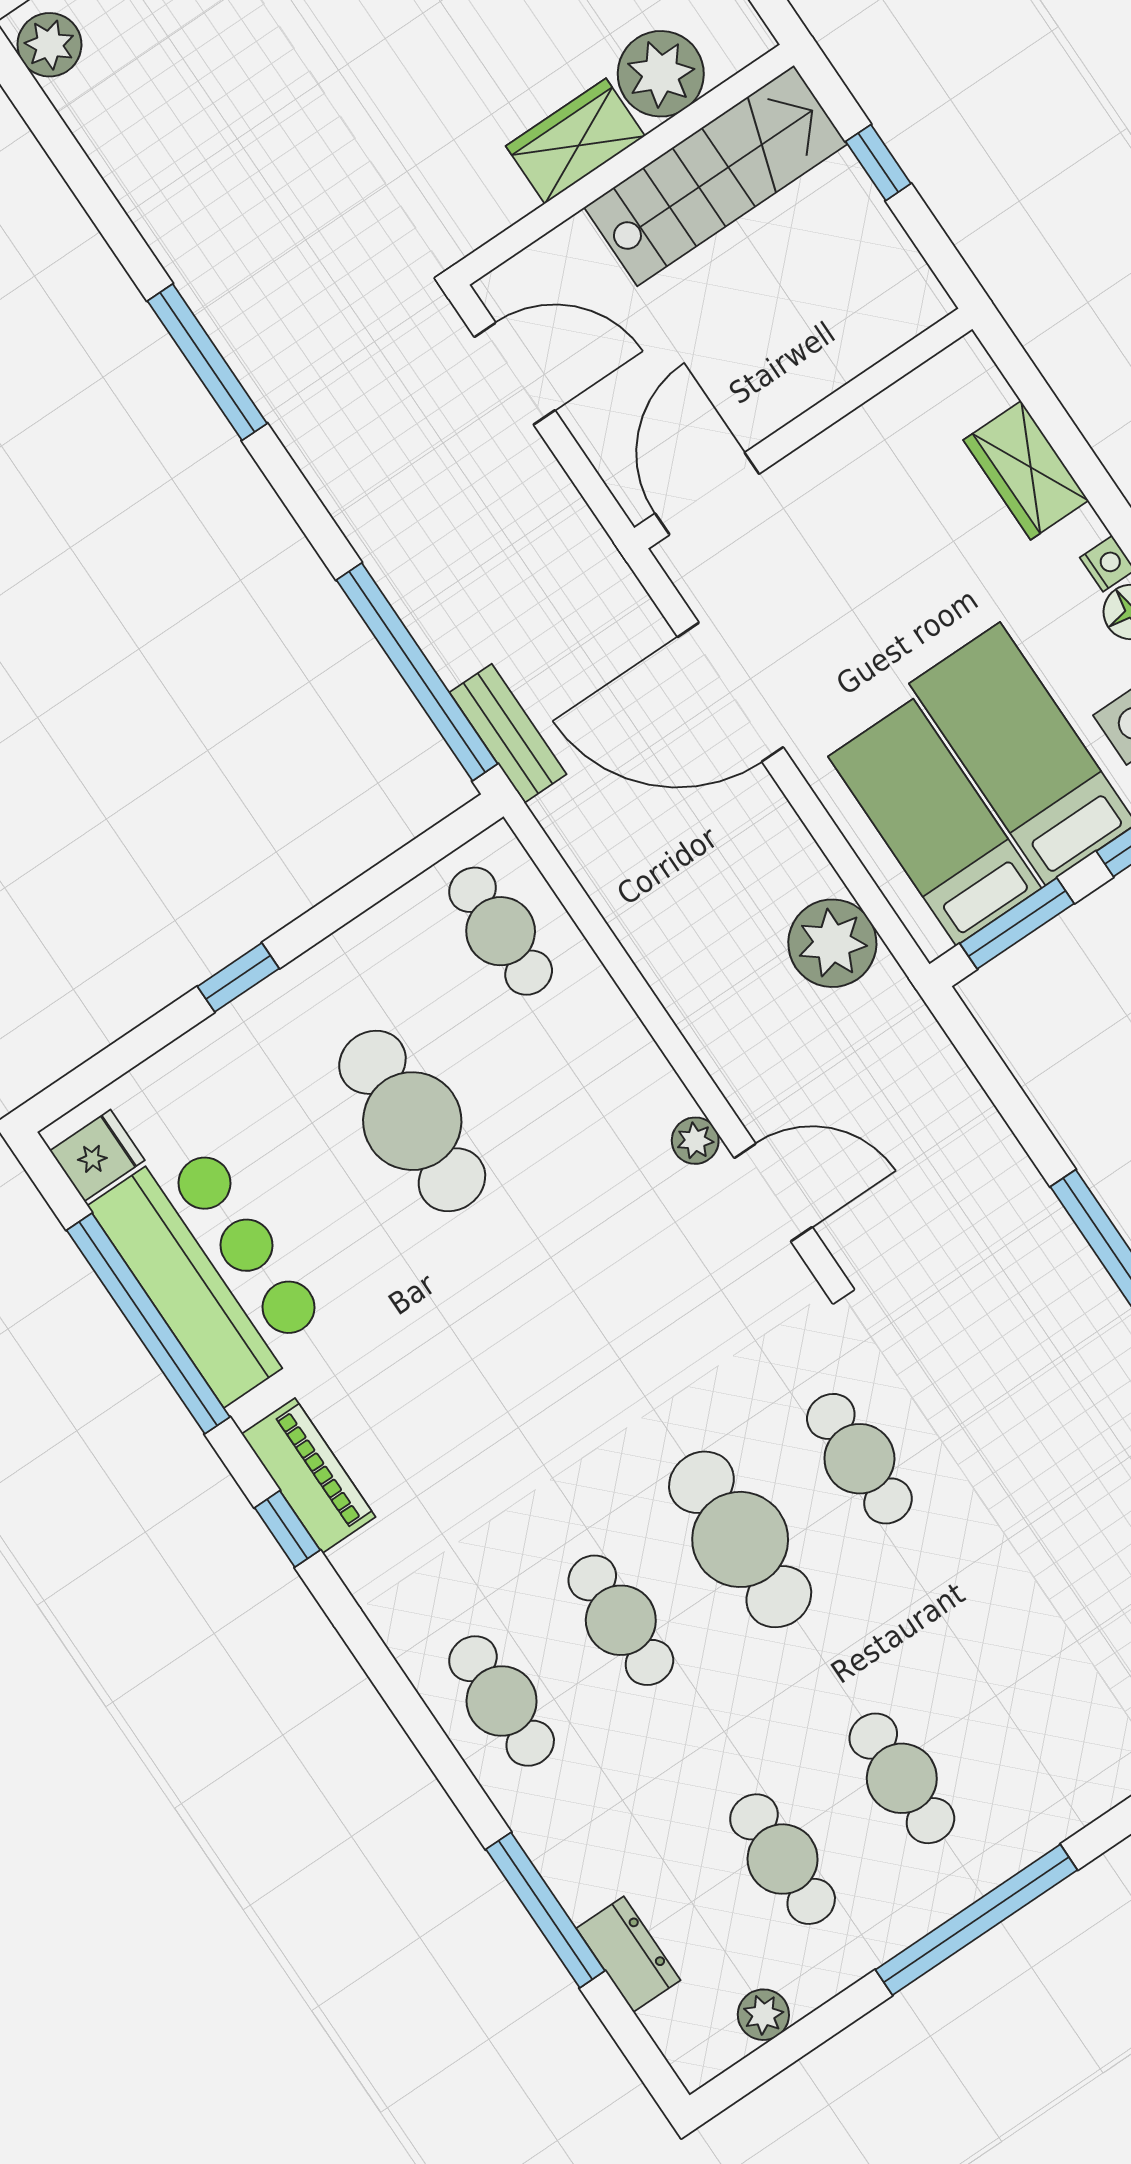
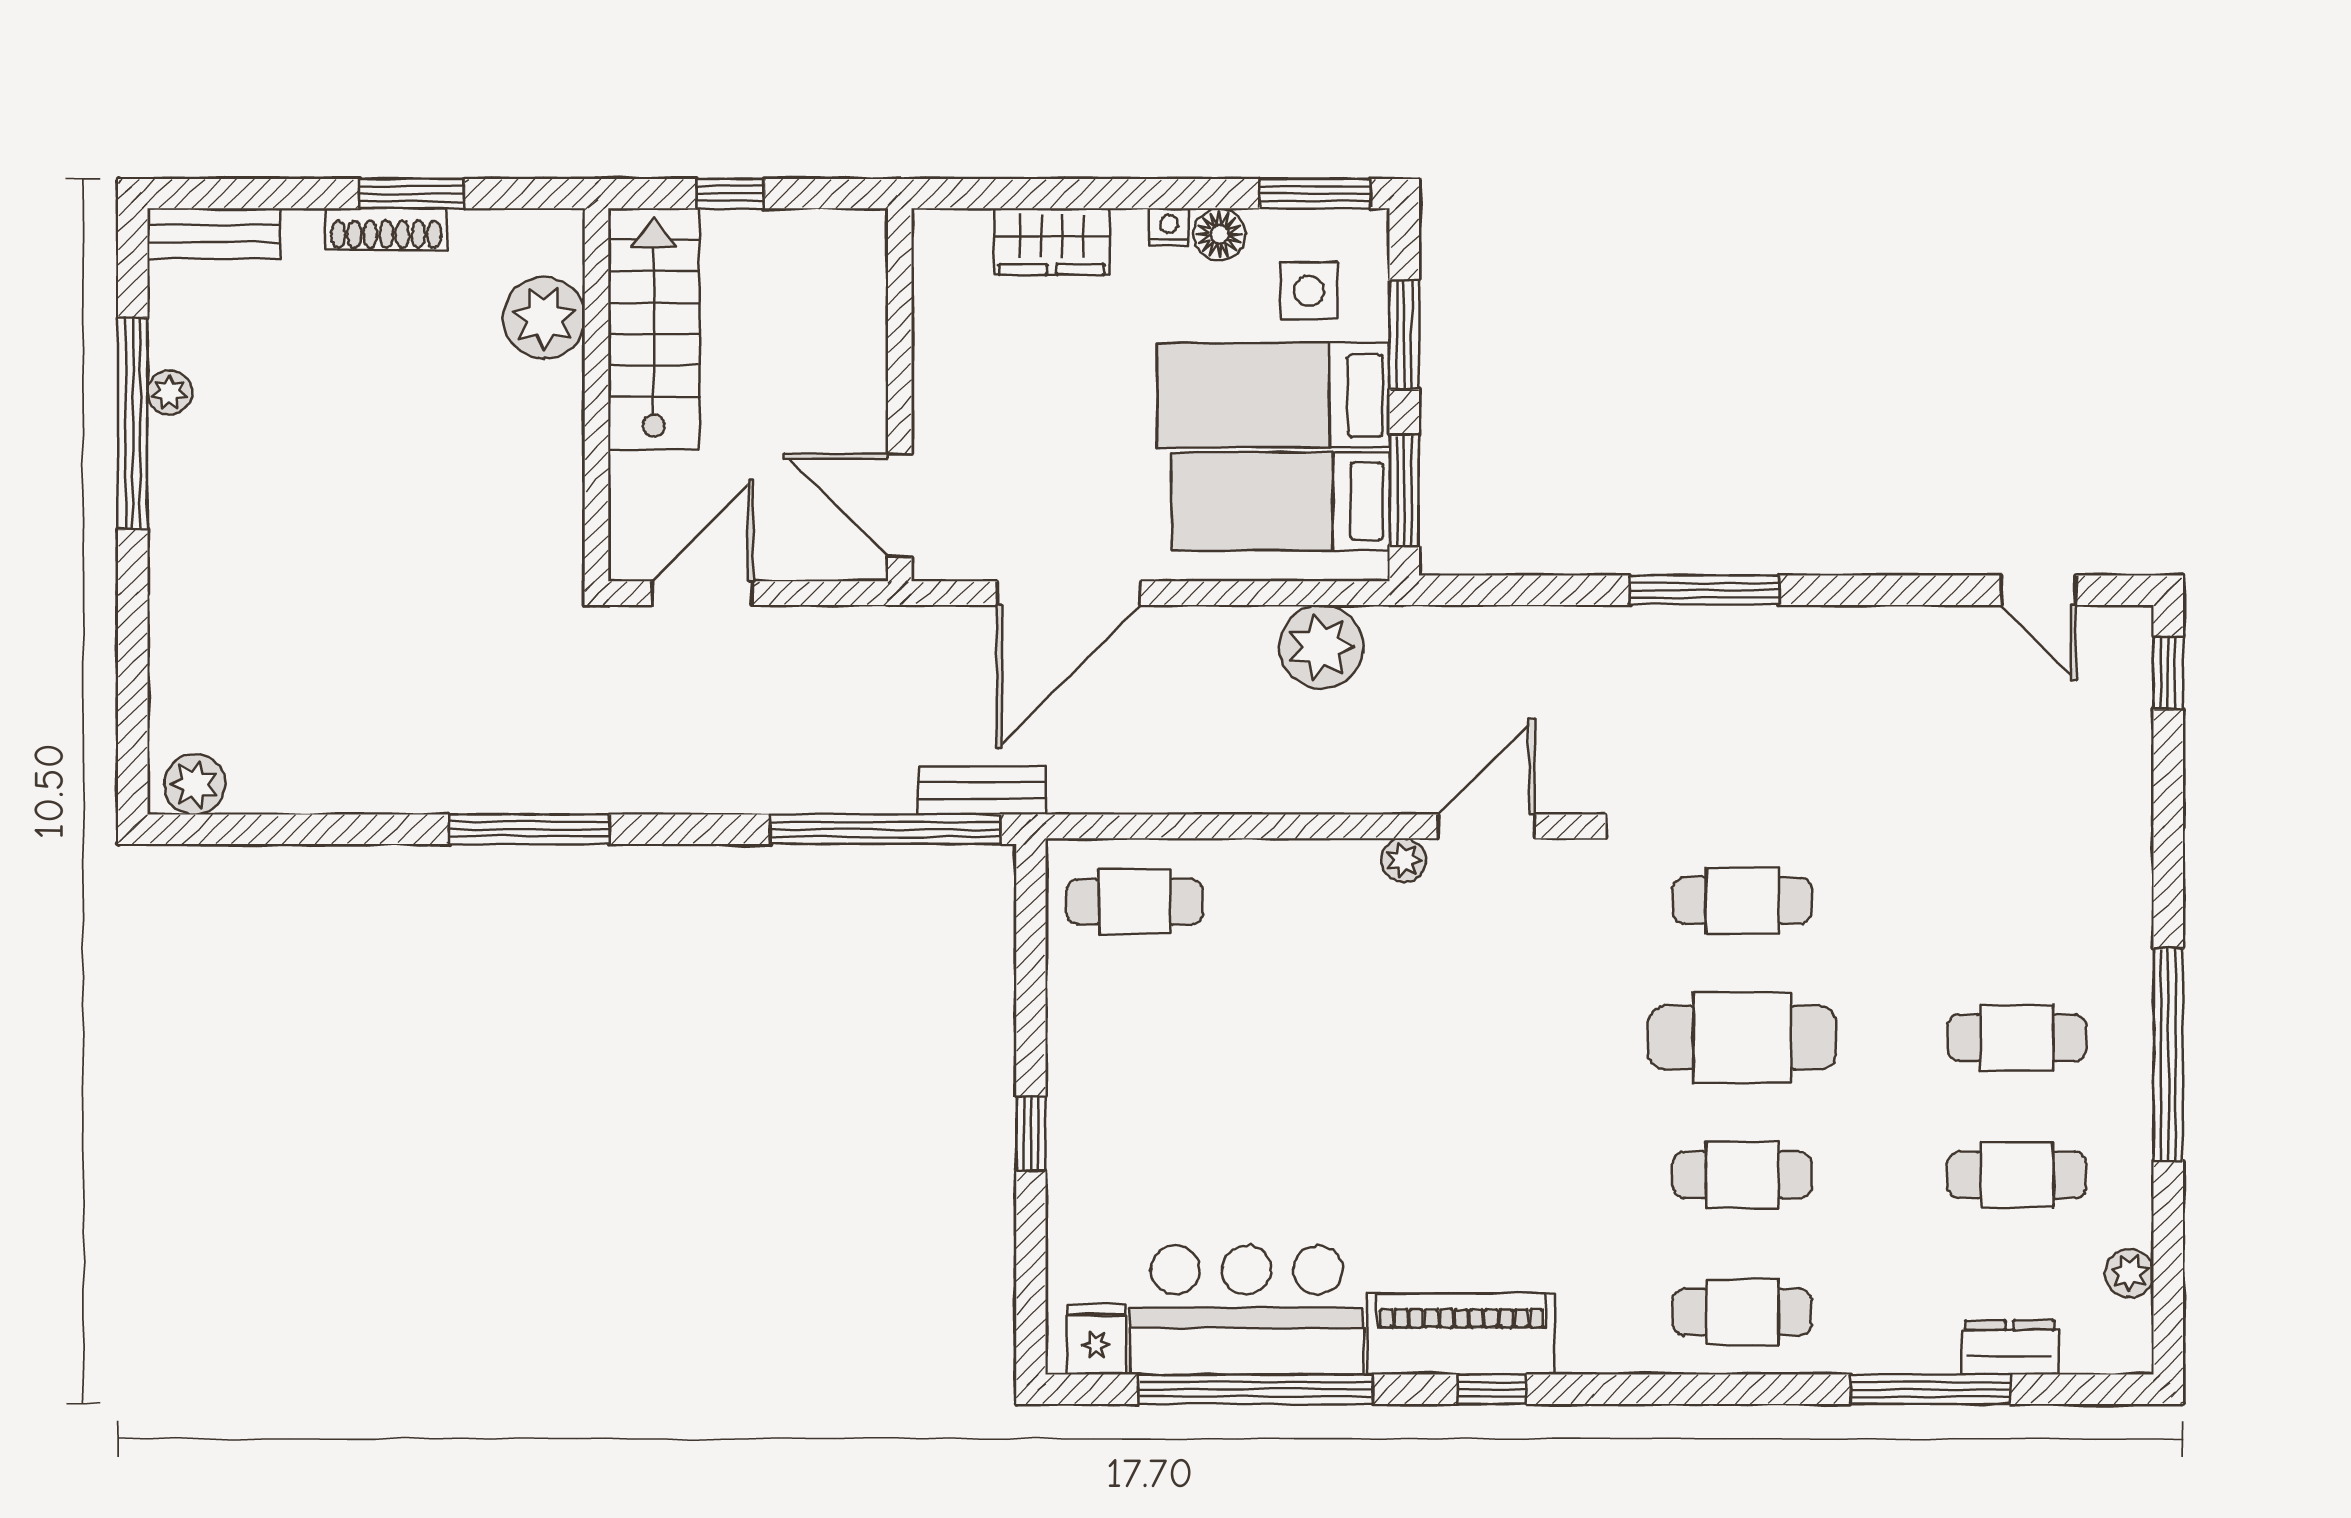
wardrobe: (575, 141) -> (551, 421), removed
cafe table: (412, 1121) -> (1237, 1073), removed
piano: (309, 1476) -> (1461, 1334), width x1.37, depth x1.33

